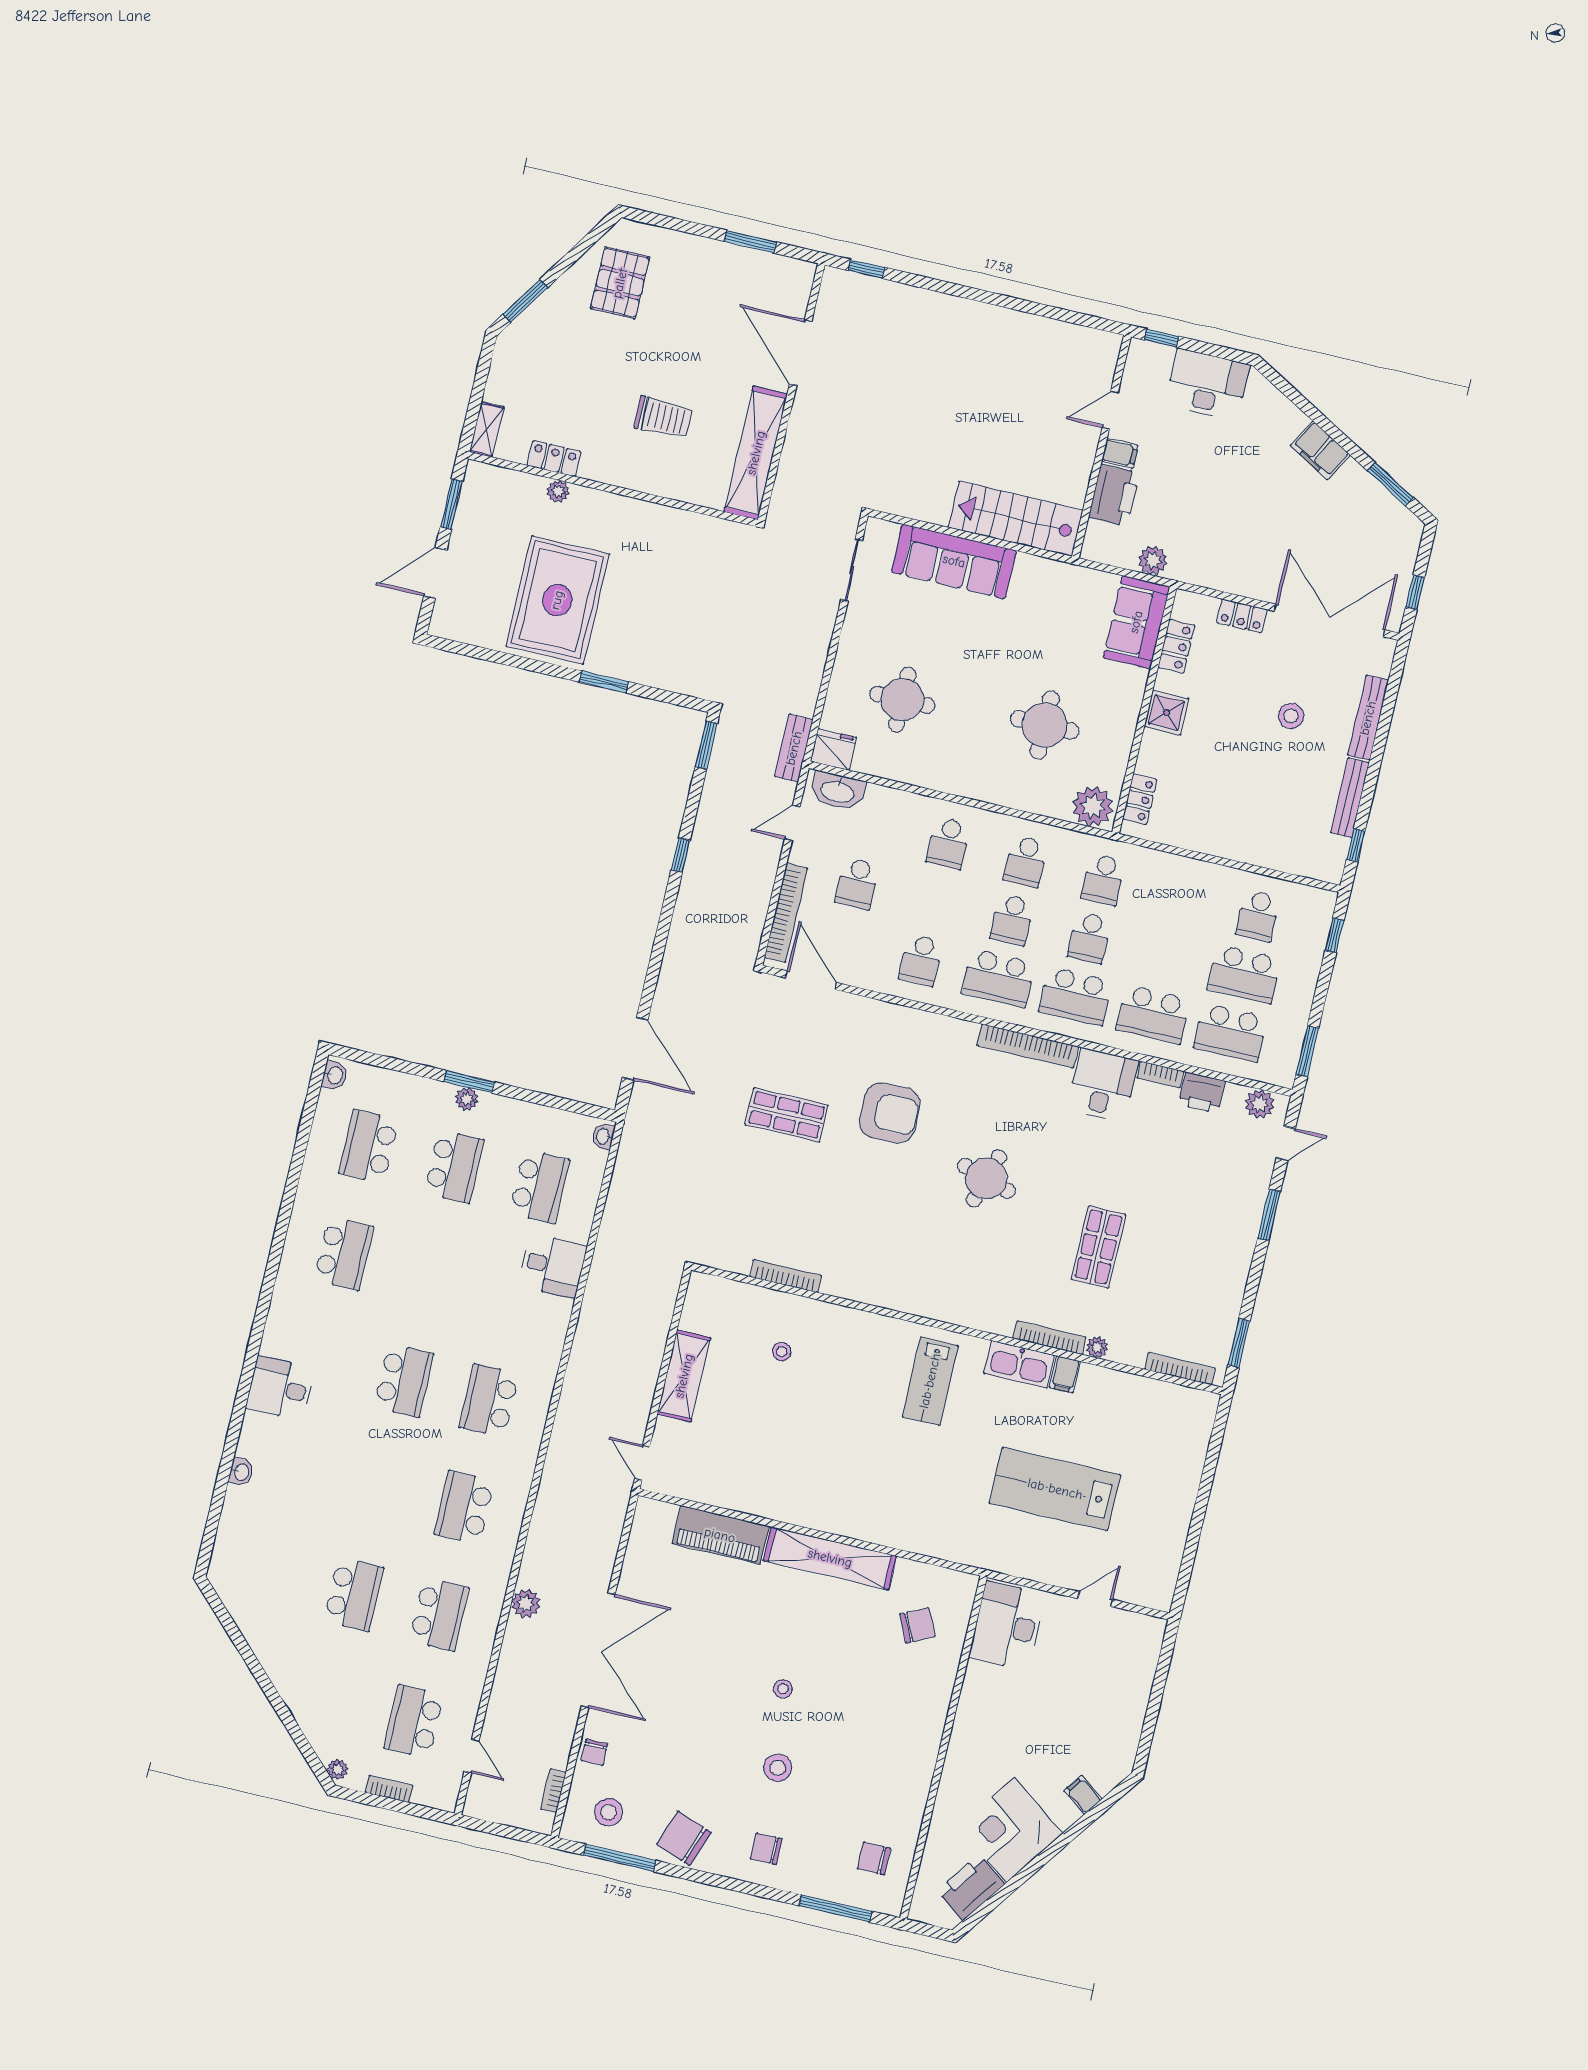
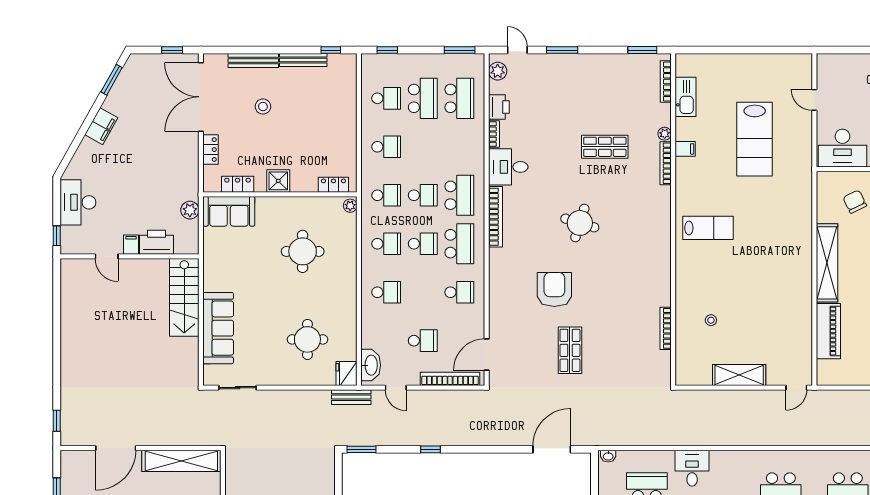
plant: (1093, 807) -> (350, 206), width x0.53, depth x0.53
school desk: (1153, 1014) -> (386, 147), moved, width x0.54
kitchen sink: (1019, 1364) -> (686, 97), moved

